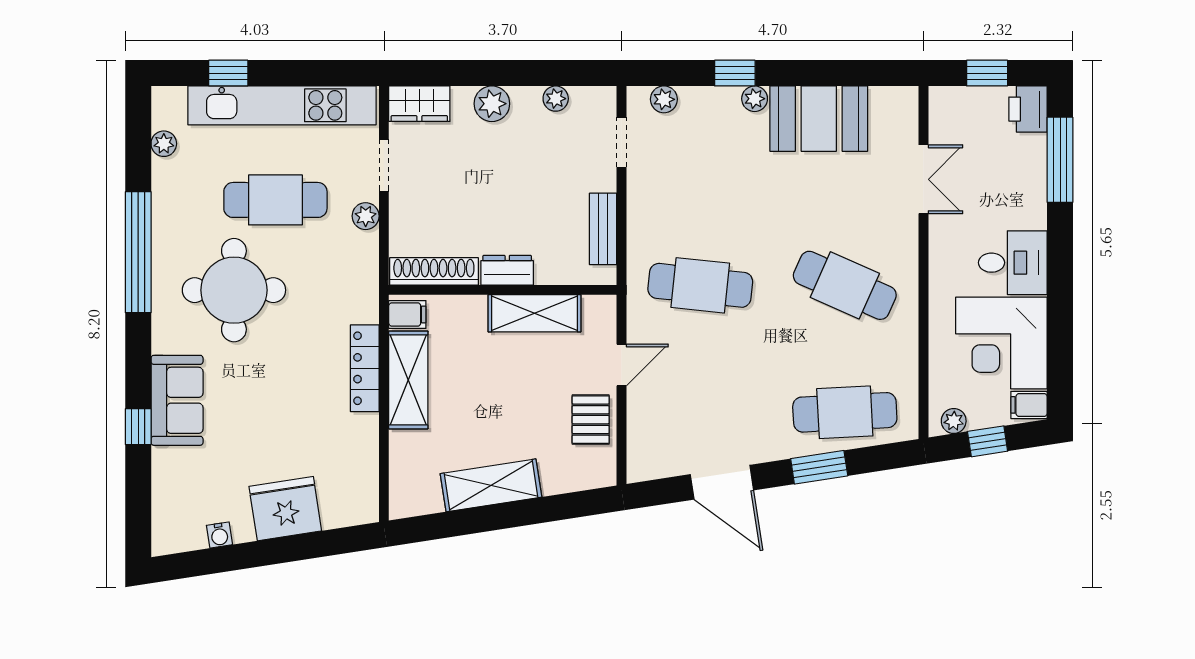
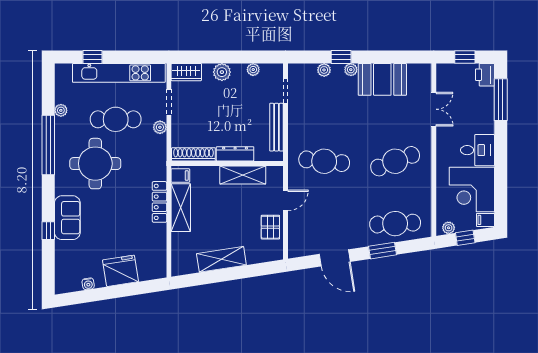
plant: (664, 99) -> (324, 70), moved
plant: (164, 144) -> (61, 110), moved
bench: (603, 229) -> (276, 127), width x1.36
dresser: (507, 270) -> (235, 154), width x1.44
cafe table: (845, 285) -> (395, 161), turned -45

